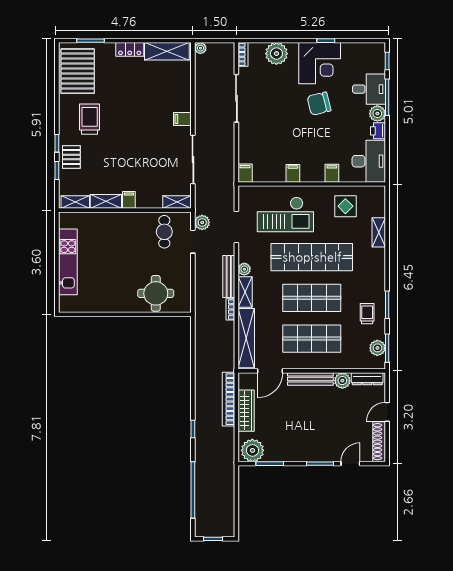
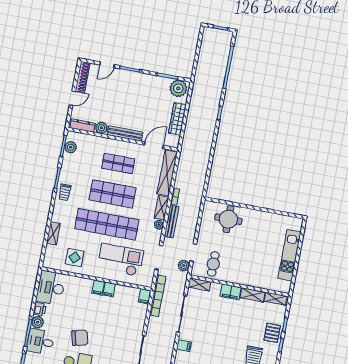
filing cabinet: (332, 173) -> (98, 287), moved
filing cabinet: (129, 200) -> (231, 292), width x2.00
trolley: (367, 314) -> (65, 192), moved
shop shelf: (312, 339) -> (118, 163), width x0.70, depth x0.74
bookcase: (229, 399) -> (158, 296), moved

